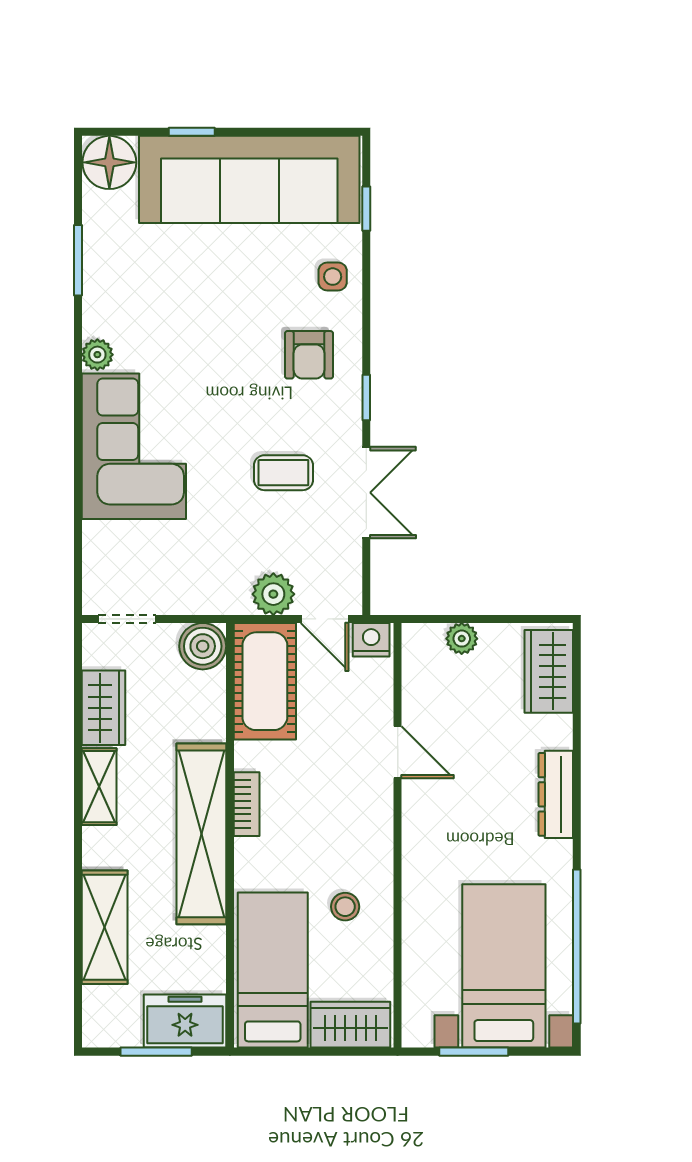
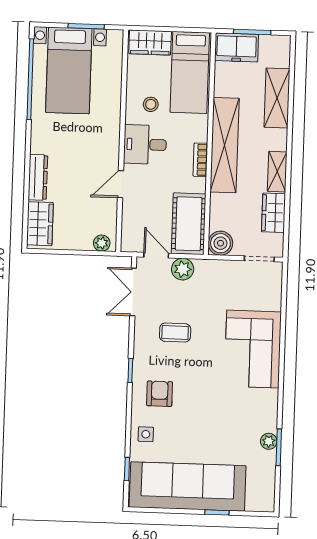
floor lamp: (109, 162) -> (260, 498), removed
plant: (97, 355) -> (269, 441), moved
double door: (366, 493) -> (133, 292), moved
plant: (462, 639) -> (102, 243), moved
nightstand: (371, 640) -> (132, 243), removed
door: (398, 752) -> (121, 184), hinge flipped
dresser: (556, 794) -> (38, 177), moved
desk: (353, 830) -> (145, 144), added

